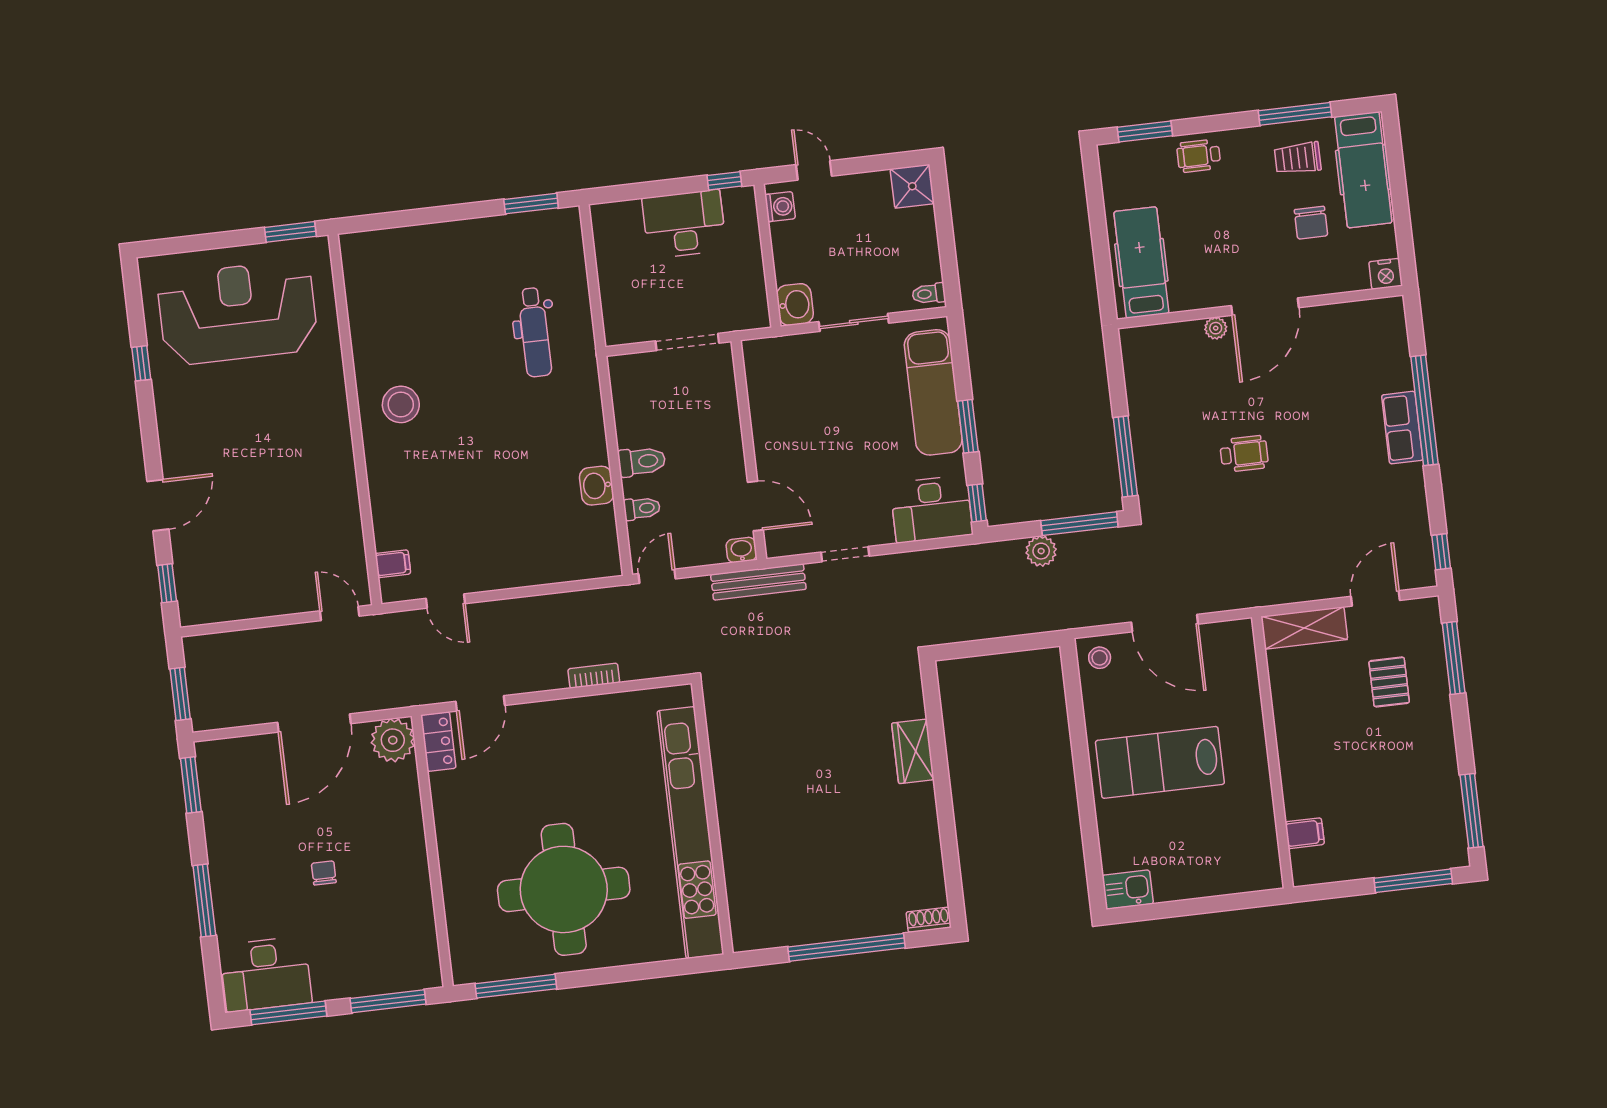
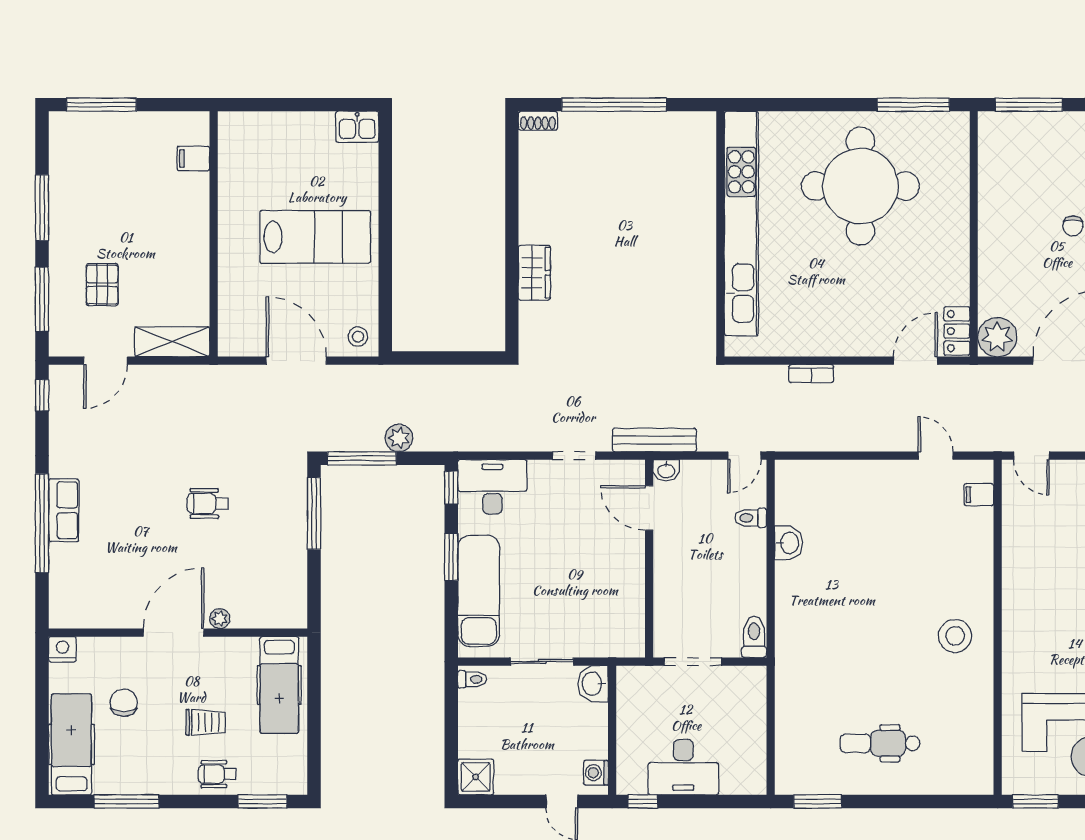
wheelchair: (1199, 156) -> (217, 774), turned 180
trolley: (1298, 158) -> (206, 722), moved
dental chair: (535, 332) -> (880, 743), moved, turned -90
toilet: (642, 462) -> (754, 637), moved, turned 90
window: (1472, 811) -> (42, 208), moved

